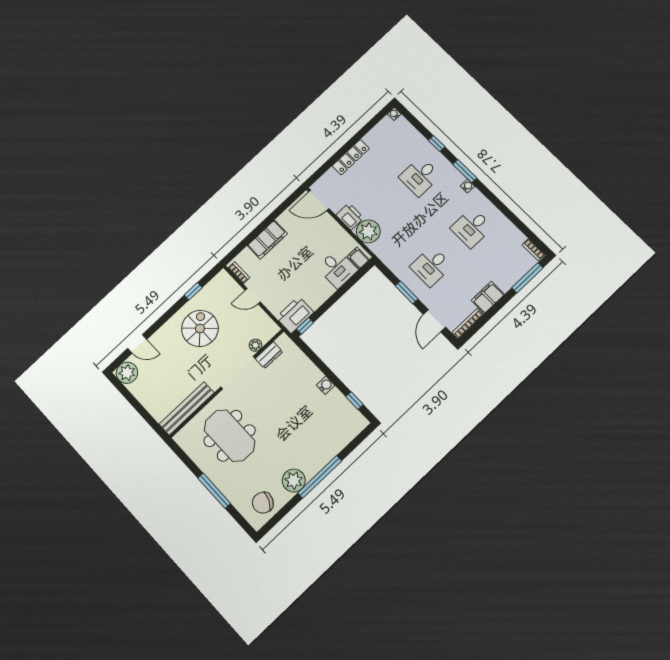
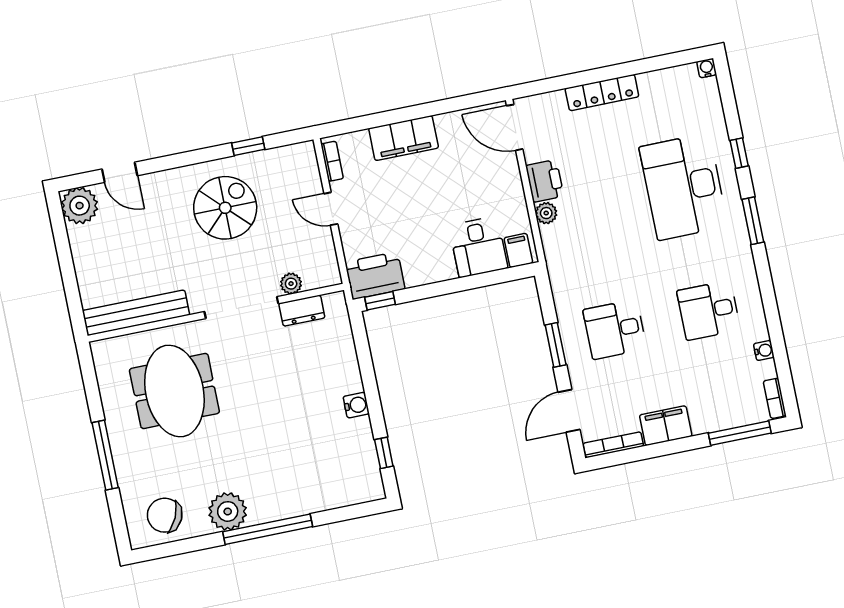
desk: (420, 176) -> (684, 187), width x1.87, depth x1.30
water cooler: (468, 186) -> (764, 350), moved
plant: (368, 231) -> (546, 213), width x0.53, depth x0.53

